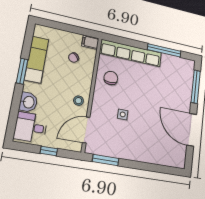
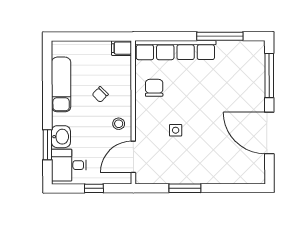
chair: (74, 58) -> (100, 94), moved
window: (22, 71) -> (47, 145), moved
window: (106, 160) -> (185, 188), moved

